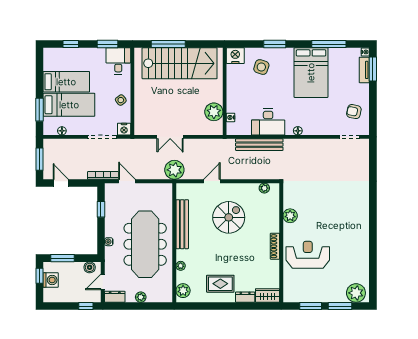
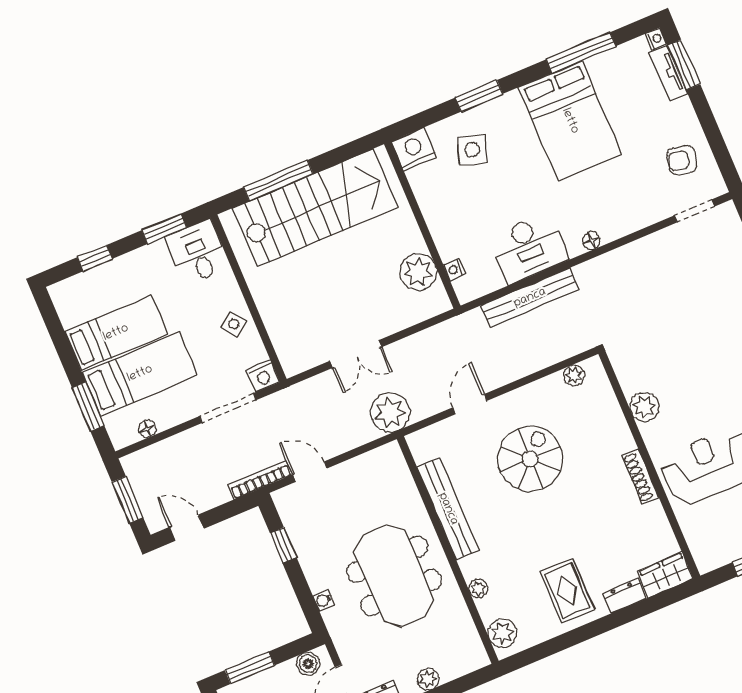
meeting table: (145, 244) -> (394, 576), width x0.73
rug: (220, 284) -> (567, 590), turned 90

